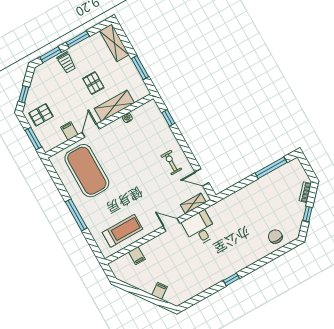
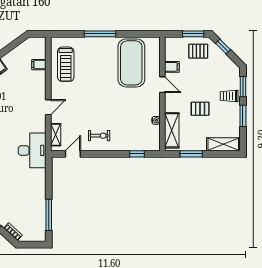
shelving: (114, 106) -> (172, 130), moved
pallet: (41, 115) -> (198, 51), turned 90
window: (33, 139) -> (193, 34), moved
exercise mat: (87, 171) -> (131, 63), turned 90
desk: (200, 228) -> (32, 150), moved, width x1.37

